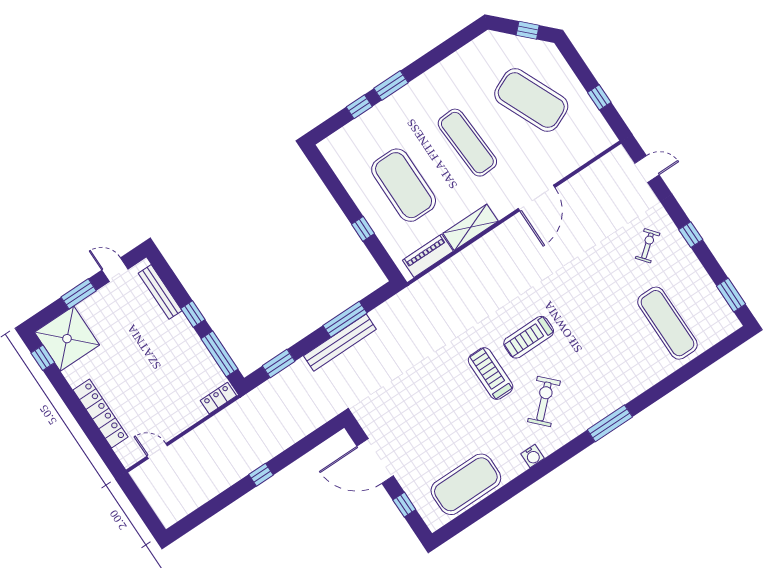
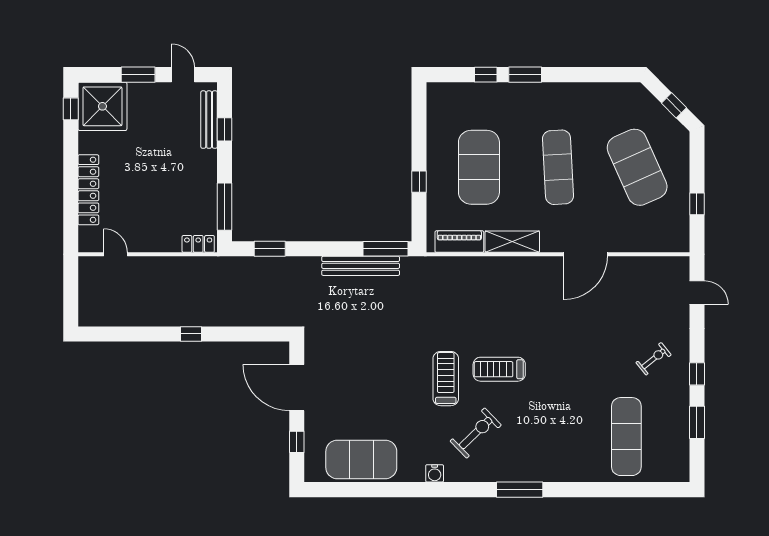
window: (731, 295) -> (697, 422), moved
window: (193, 314) -> (225, 129), moved
window: (345, 319) -> (385, 249), moved
bench: (340, 343) -> (361, 266), moved

